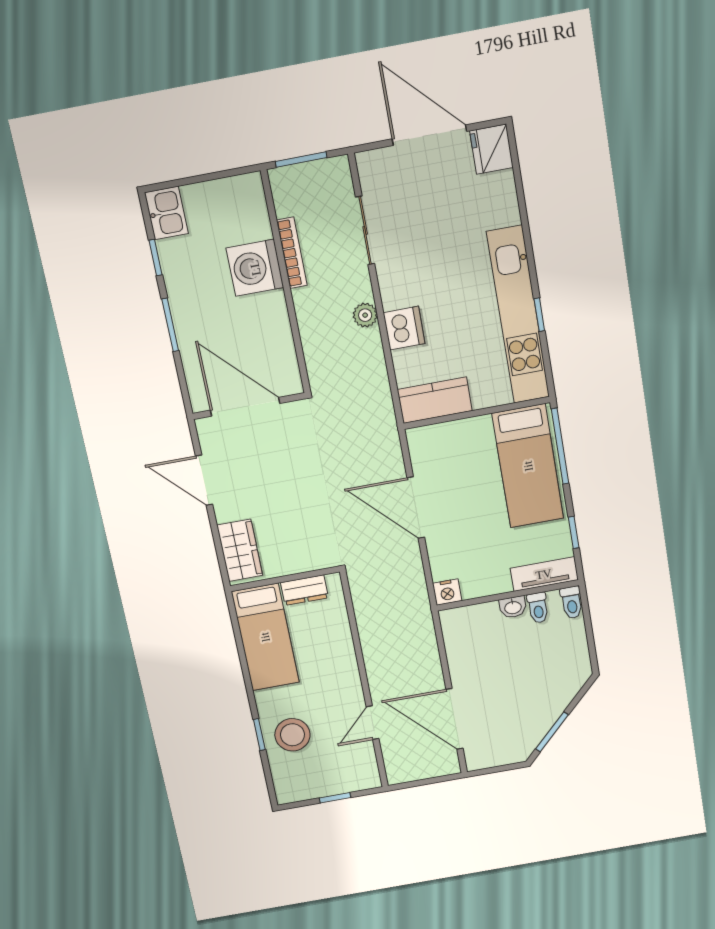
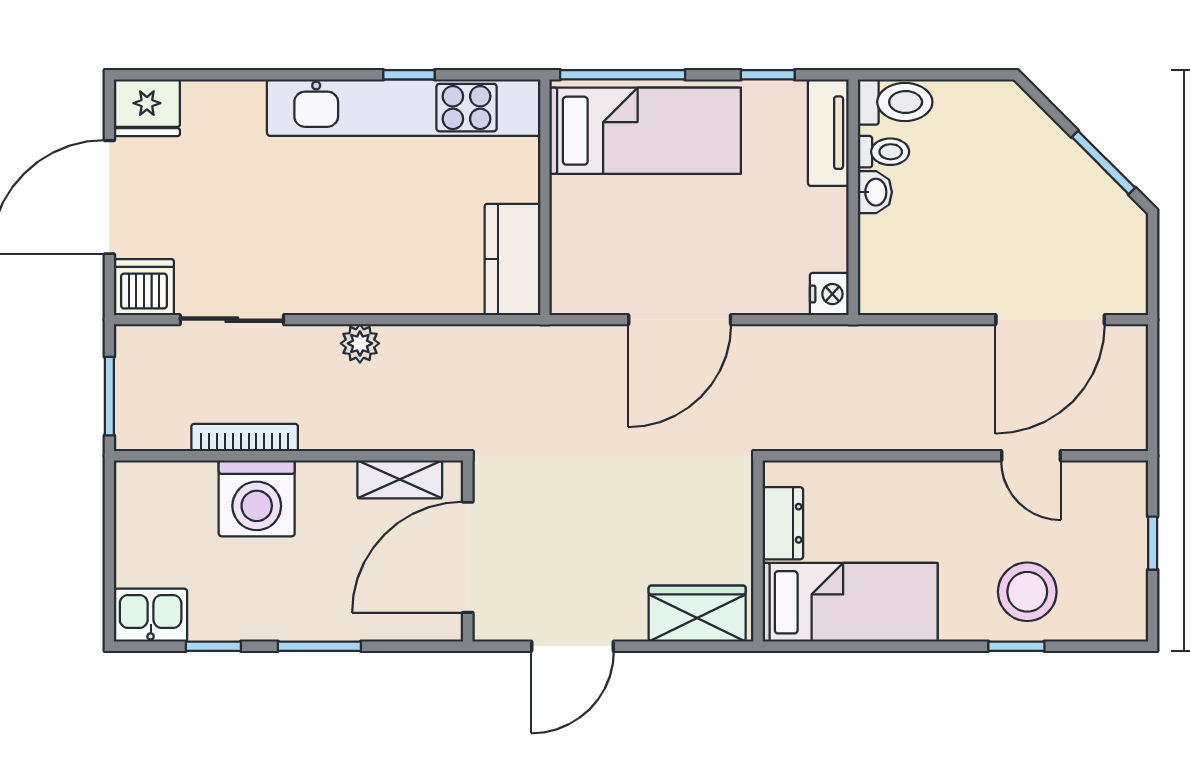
dishwasher: (404, 328) -> (144, 287), moved
shelving: (285, 356) -> (400, 479), added
toilet: (572, 602) -> (895, 102), width x1.37, depth x1.39

